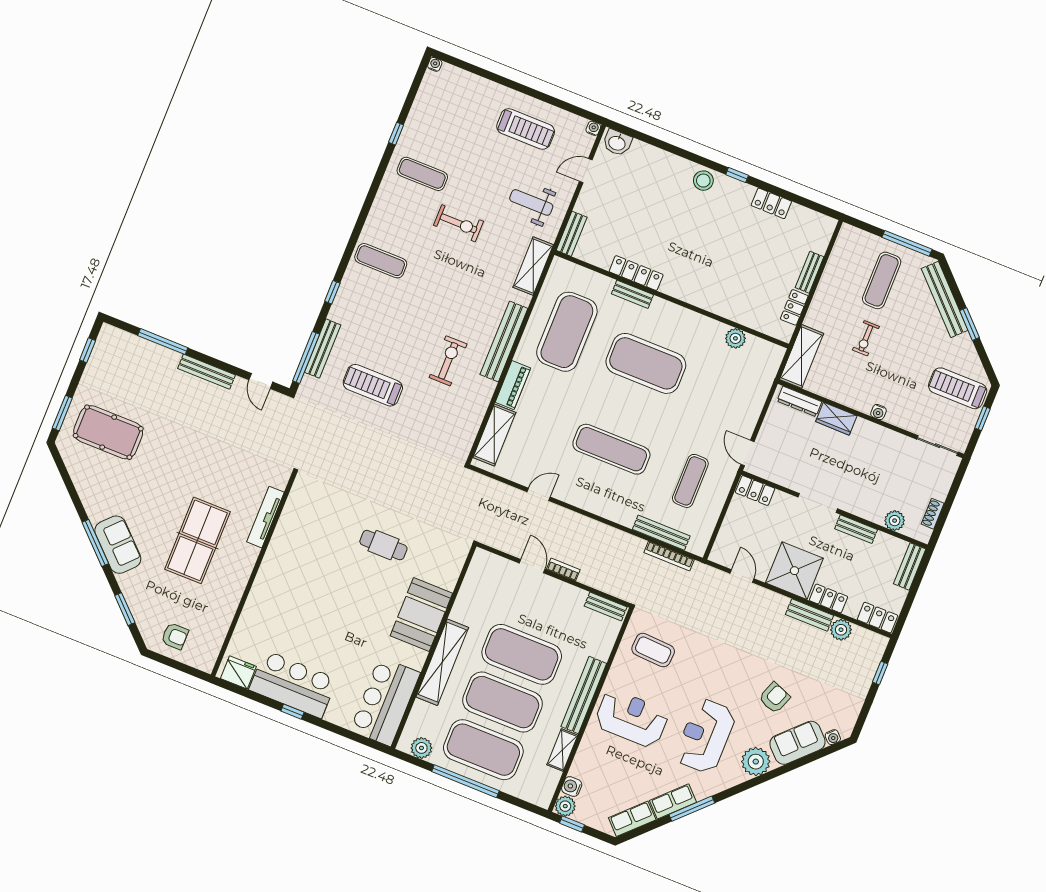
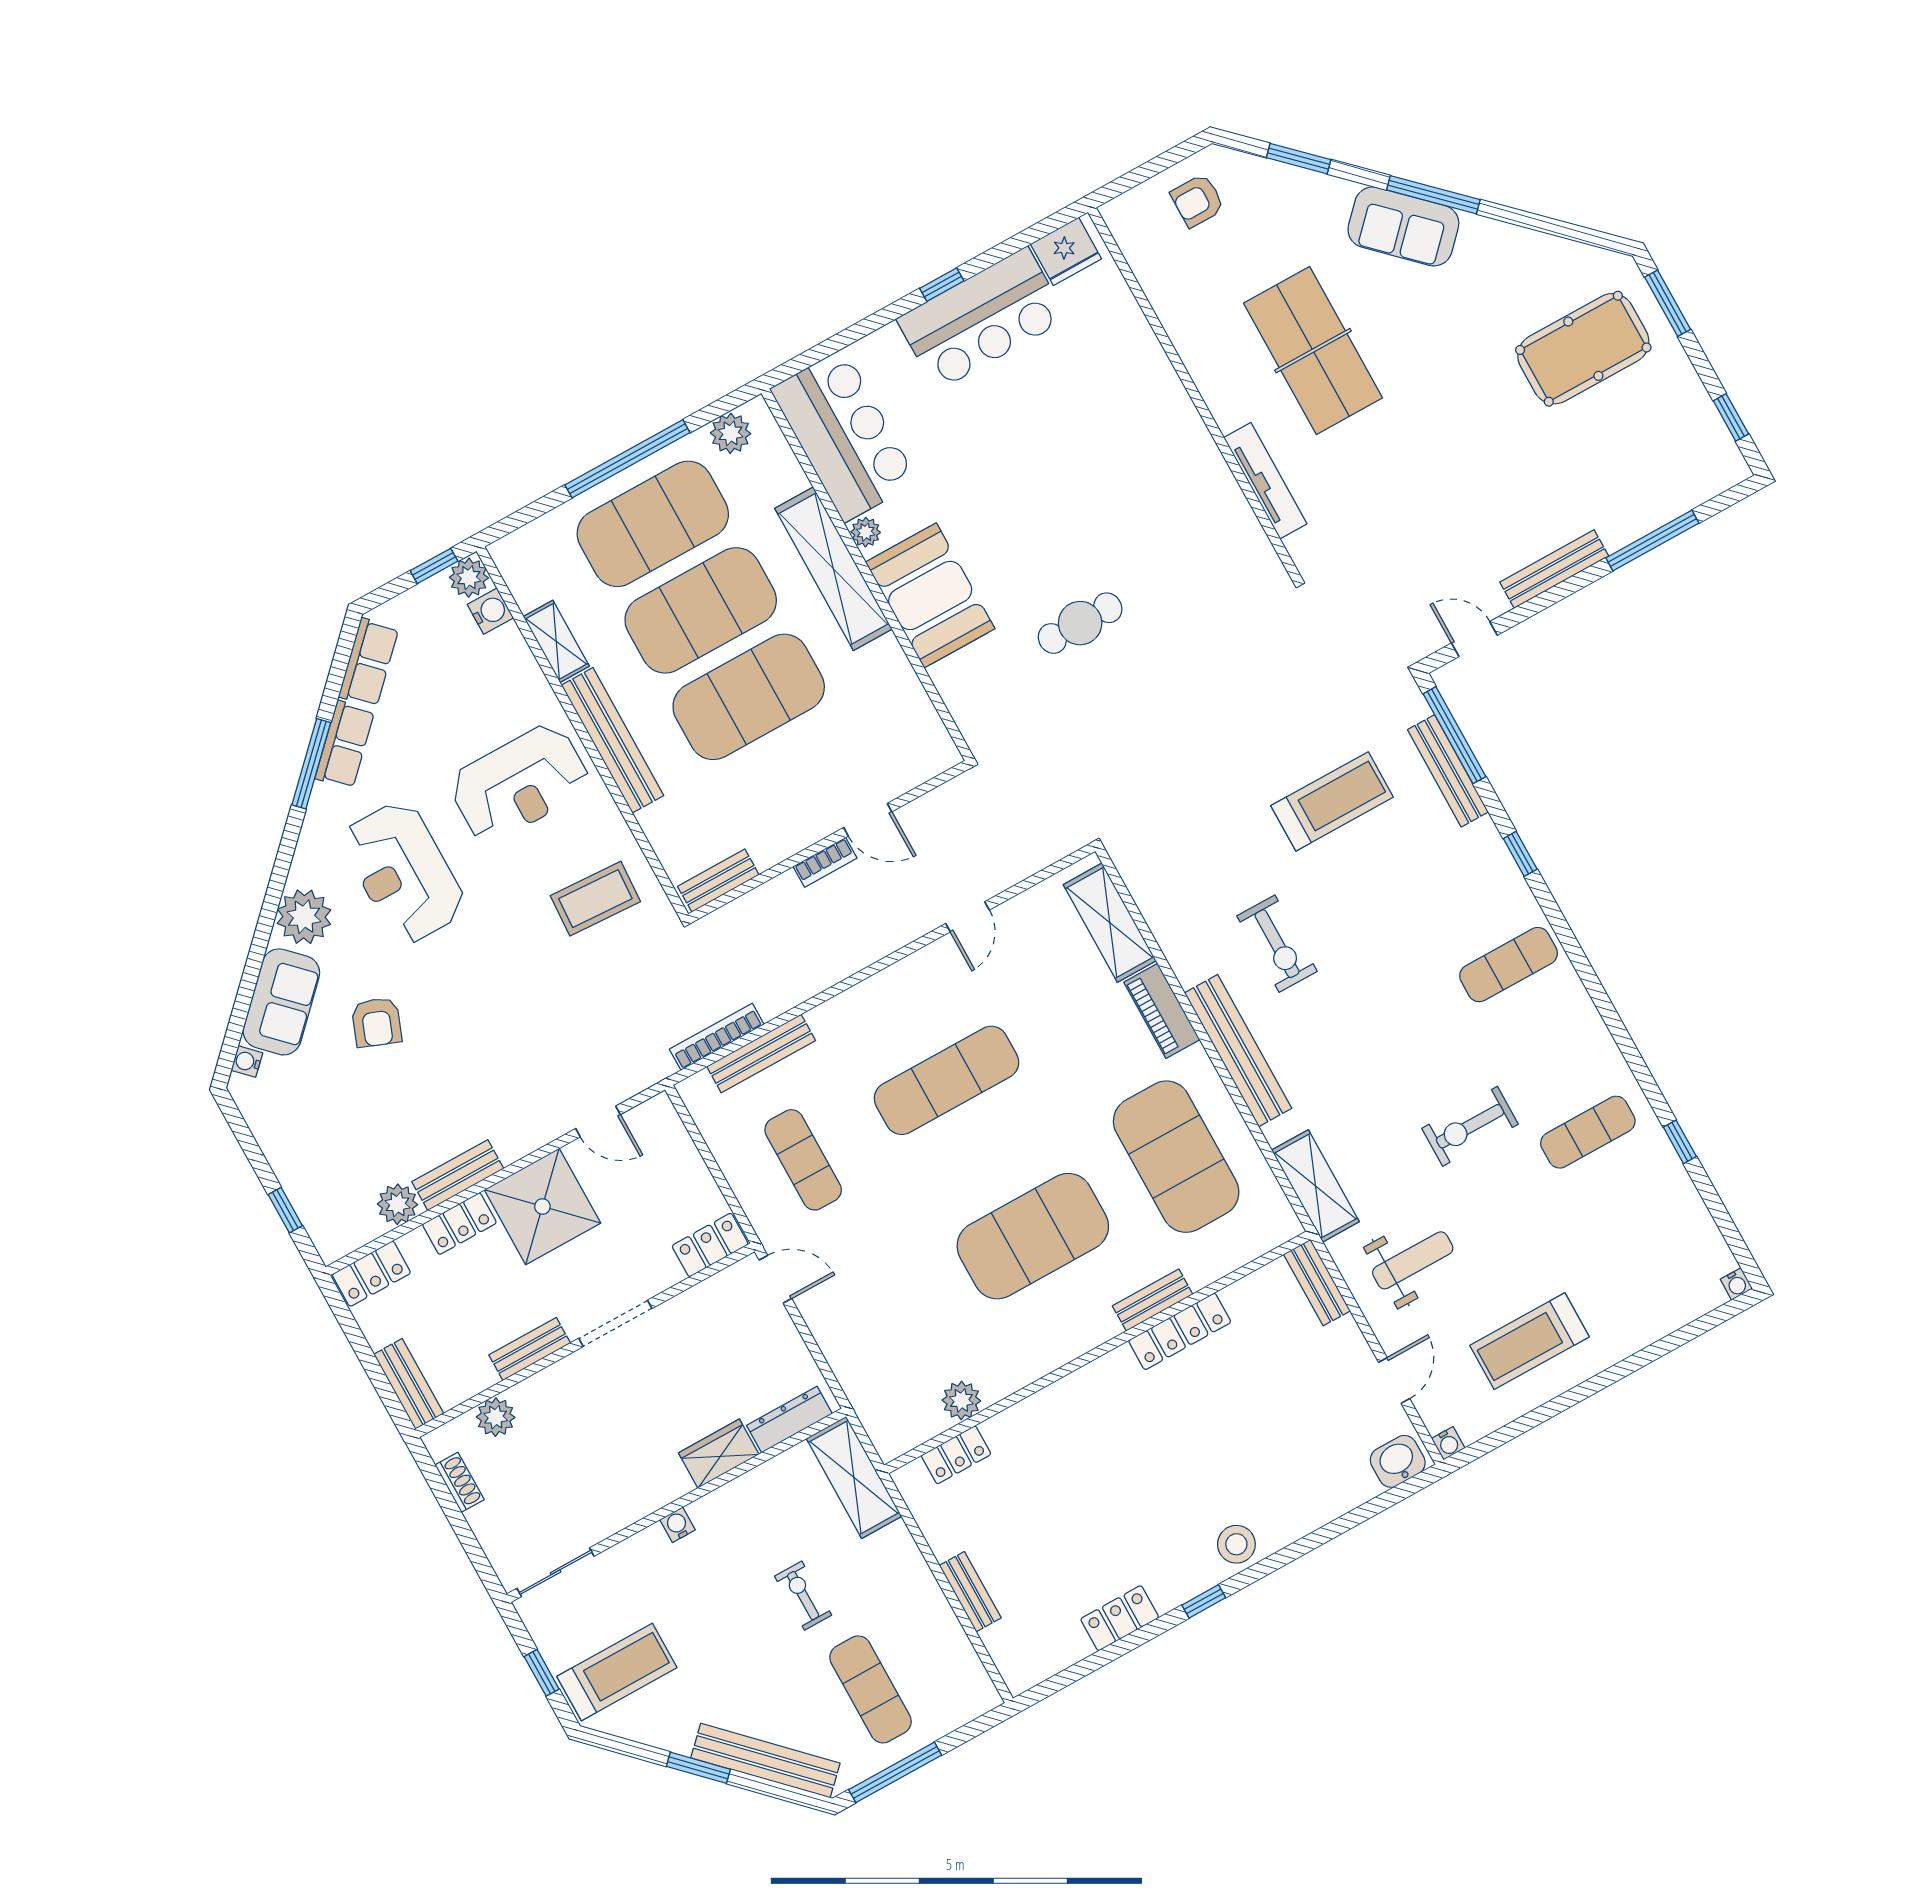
locker: (794, 307) -> (956, 1455), moved, turned 90
plant: (417, 661) -> (866, 532), added
reception desk: (705, 736) -> (403, 872), turned 180

